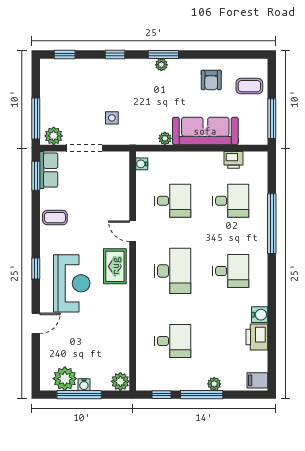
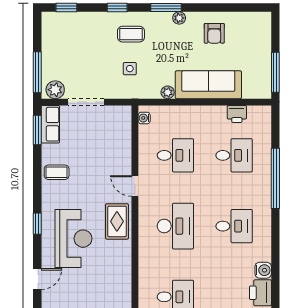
plant: (161, 65) -> (179, 18), moved
coffee table: (249, 86) -> (131, 34), moved
side table: (112, 118) -> (130, 69), moved

